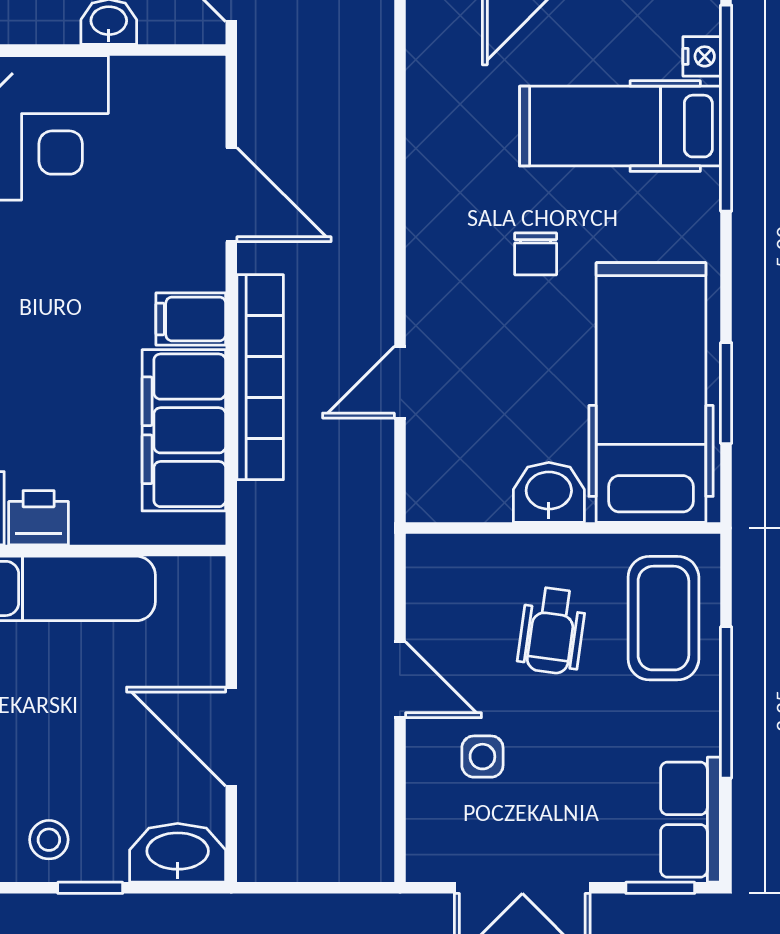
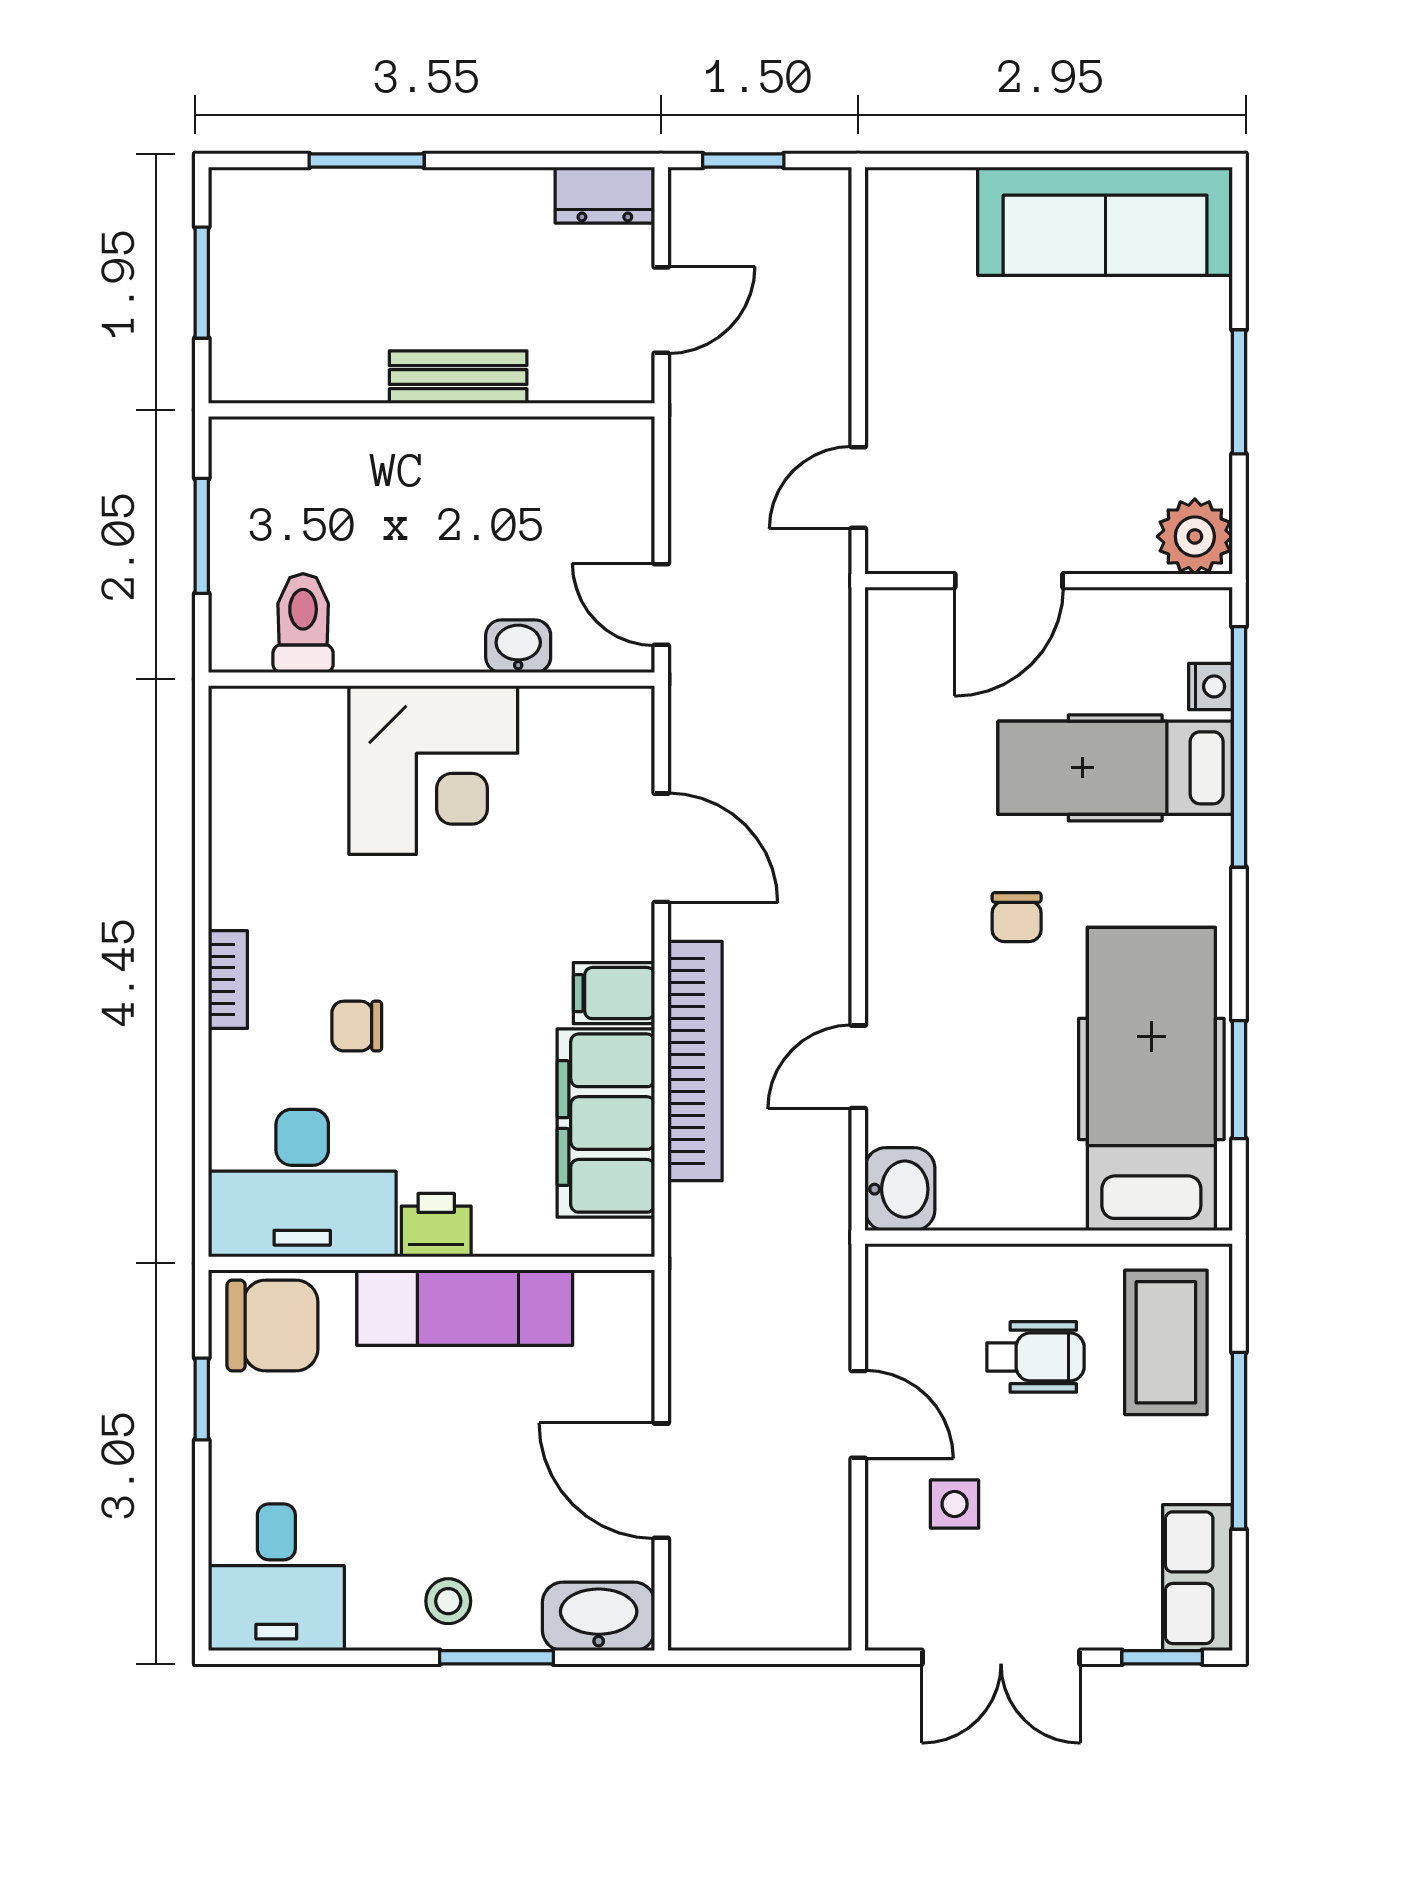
washbasin: (549, 492) -> (900, 1189), moved, turned 90
wheelchair: (552, 631) -> (1036, 1357), turned -98
window: (90, 888) -> (496, 1657), width x1.50

